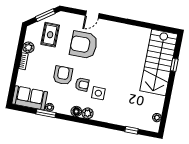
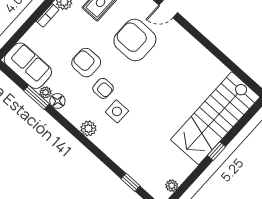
window: (174, 65) -> (216, 151), moved
armchair: (63, 75) -> (86, 63), turned -90
floor lamp: (76, 111) -> (57, 101), moved

